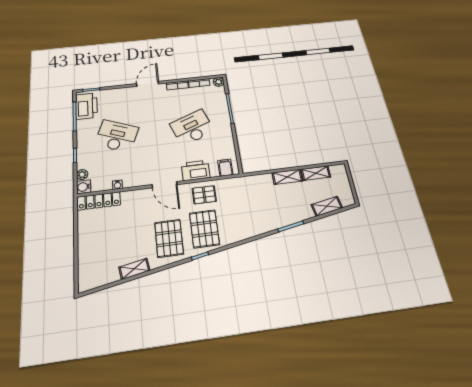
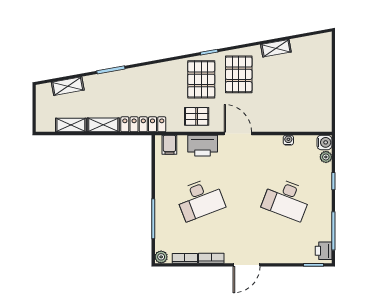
printer: (86, 106) -> (324, 251), width x0.53, depth x0.68
locker: (99, 201) -> (143, 124), moved

